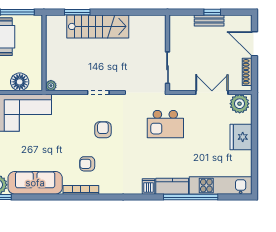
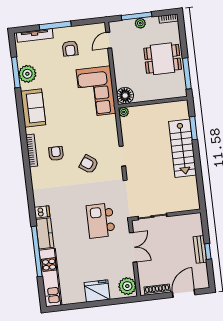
floor lamp: (20, 82) -> (125, 95), moved
double door: (212, 93) -> (133, 247), moved
armchair: (103, 130) -> (89, 164), turned -144
sofa: (35, 183) -> (33, 108), width x0.73

